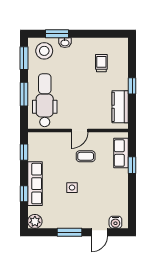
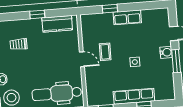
row of seats: (121, 153) -> (127, 17), moved
plant: (35, 221) -> (169, 94), removed
water cooler: (115, 222) -> (166, 52), moved

